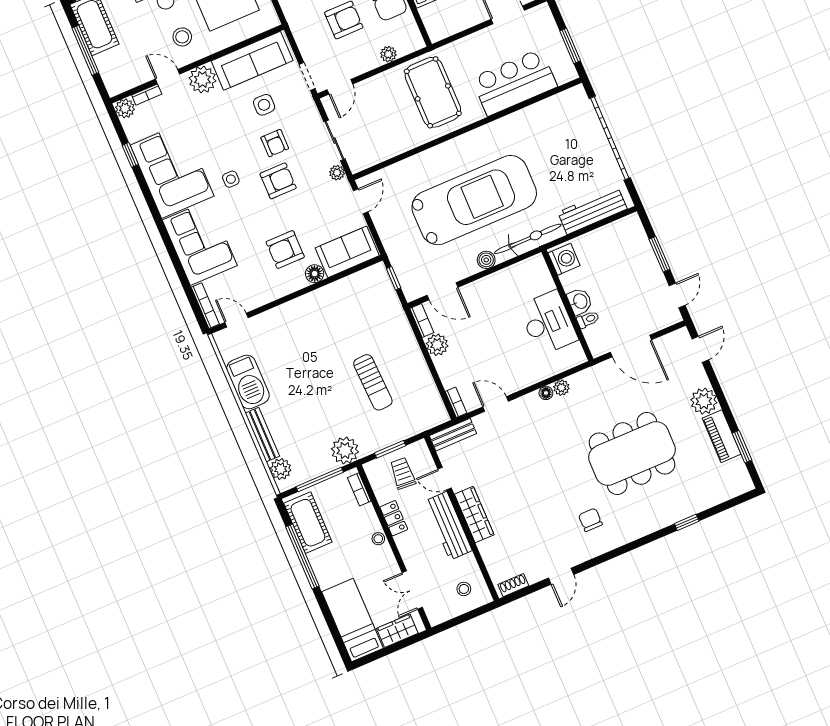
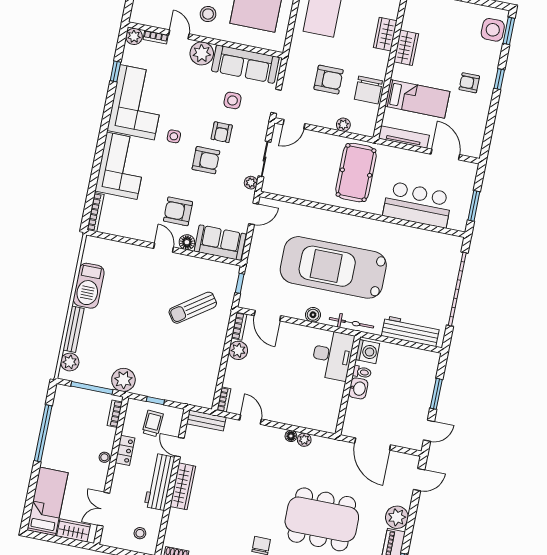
tv unit: (456, 25) -> (404, 137), added
car: (474, 200) -> (333, 267), turned 180
bicycle: (528, 239) -> (351, 323), width x0.73, depth x0.71
toilet: (588, 319) -> (362, 372), moved
door: (236, 320) -> (164, 248), moved
desk: (548, 323) -> (332, 355), moved
sun lounger: (373, 382) -> (193, 308), moved, turned 57
window: (390, 449) -> (155, 401), width x0.67
cot: (308, 523) -> (63, 412), removed

